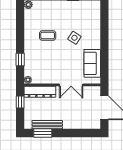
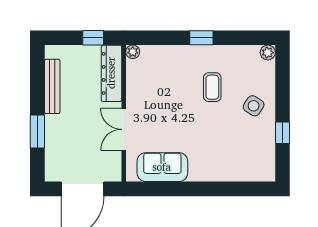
side table: (74, 38) -> (254, 106), moved
window: (20, 59) -> (201, 38), moved
window: (43, 133) -> (37, 131), moved

